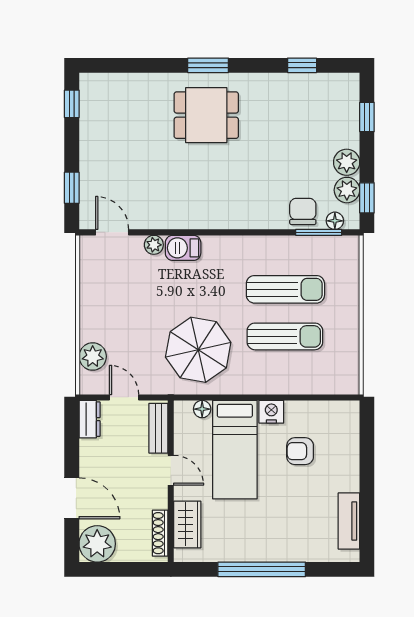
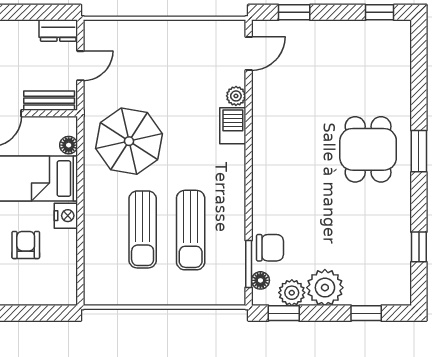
plant: (347, 162) -> (325, 288), width x1.36, depth x1.36
plant: (93, 356) -> (122, 34), removed

